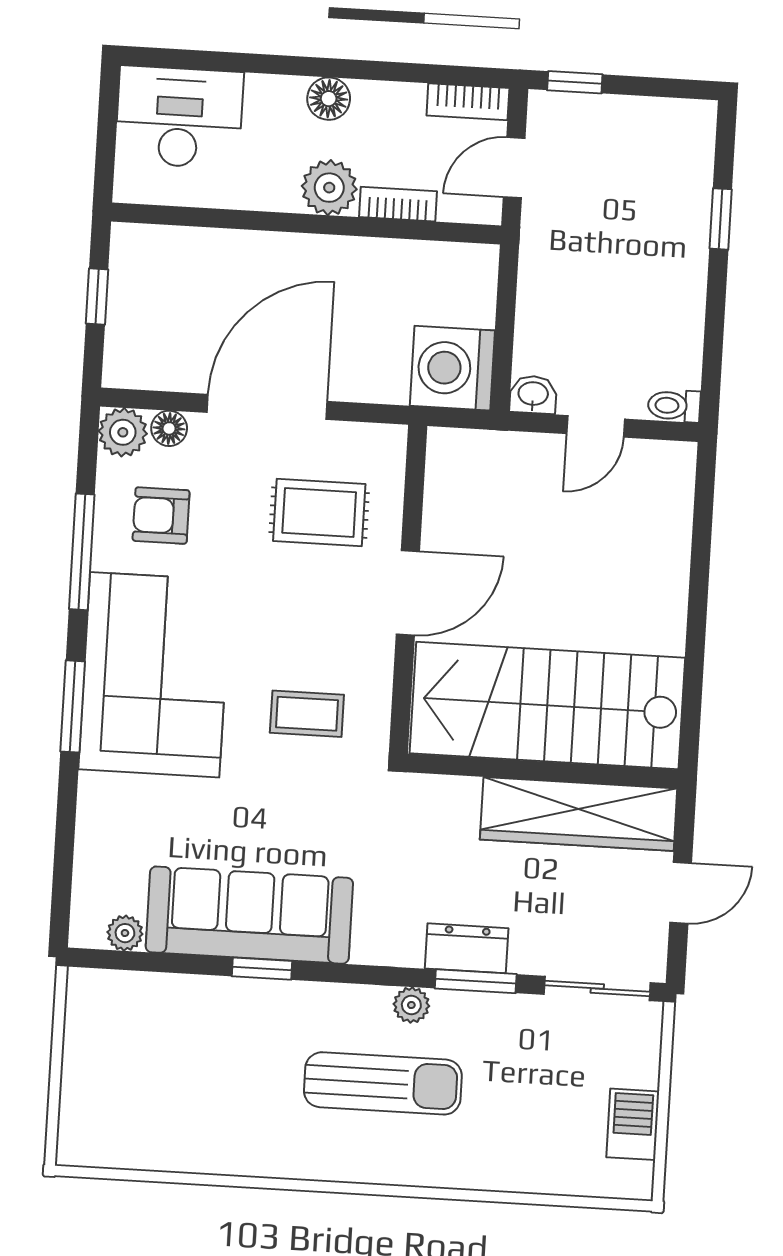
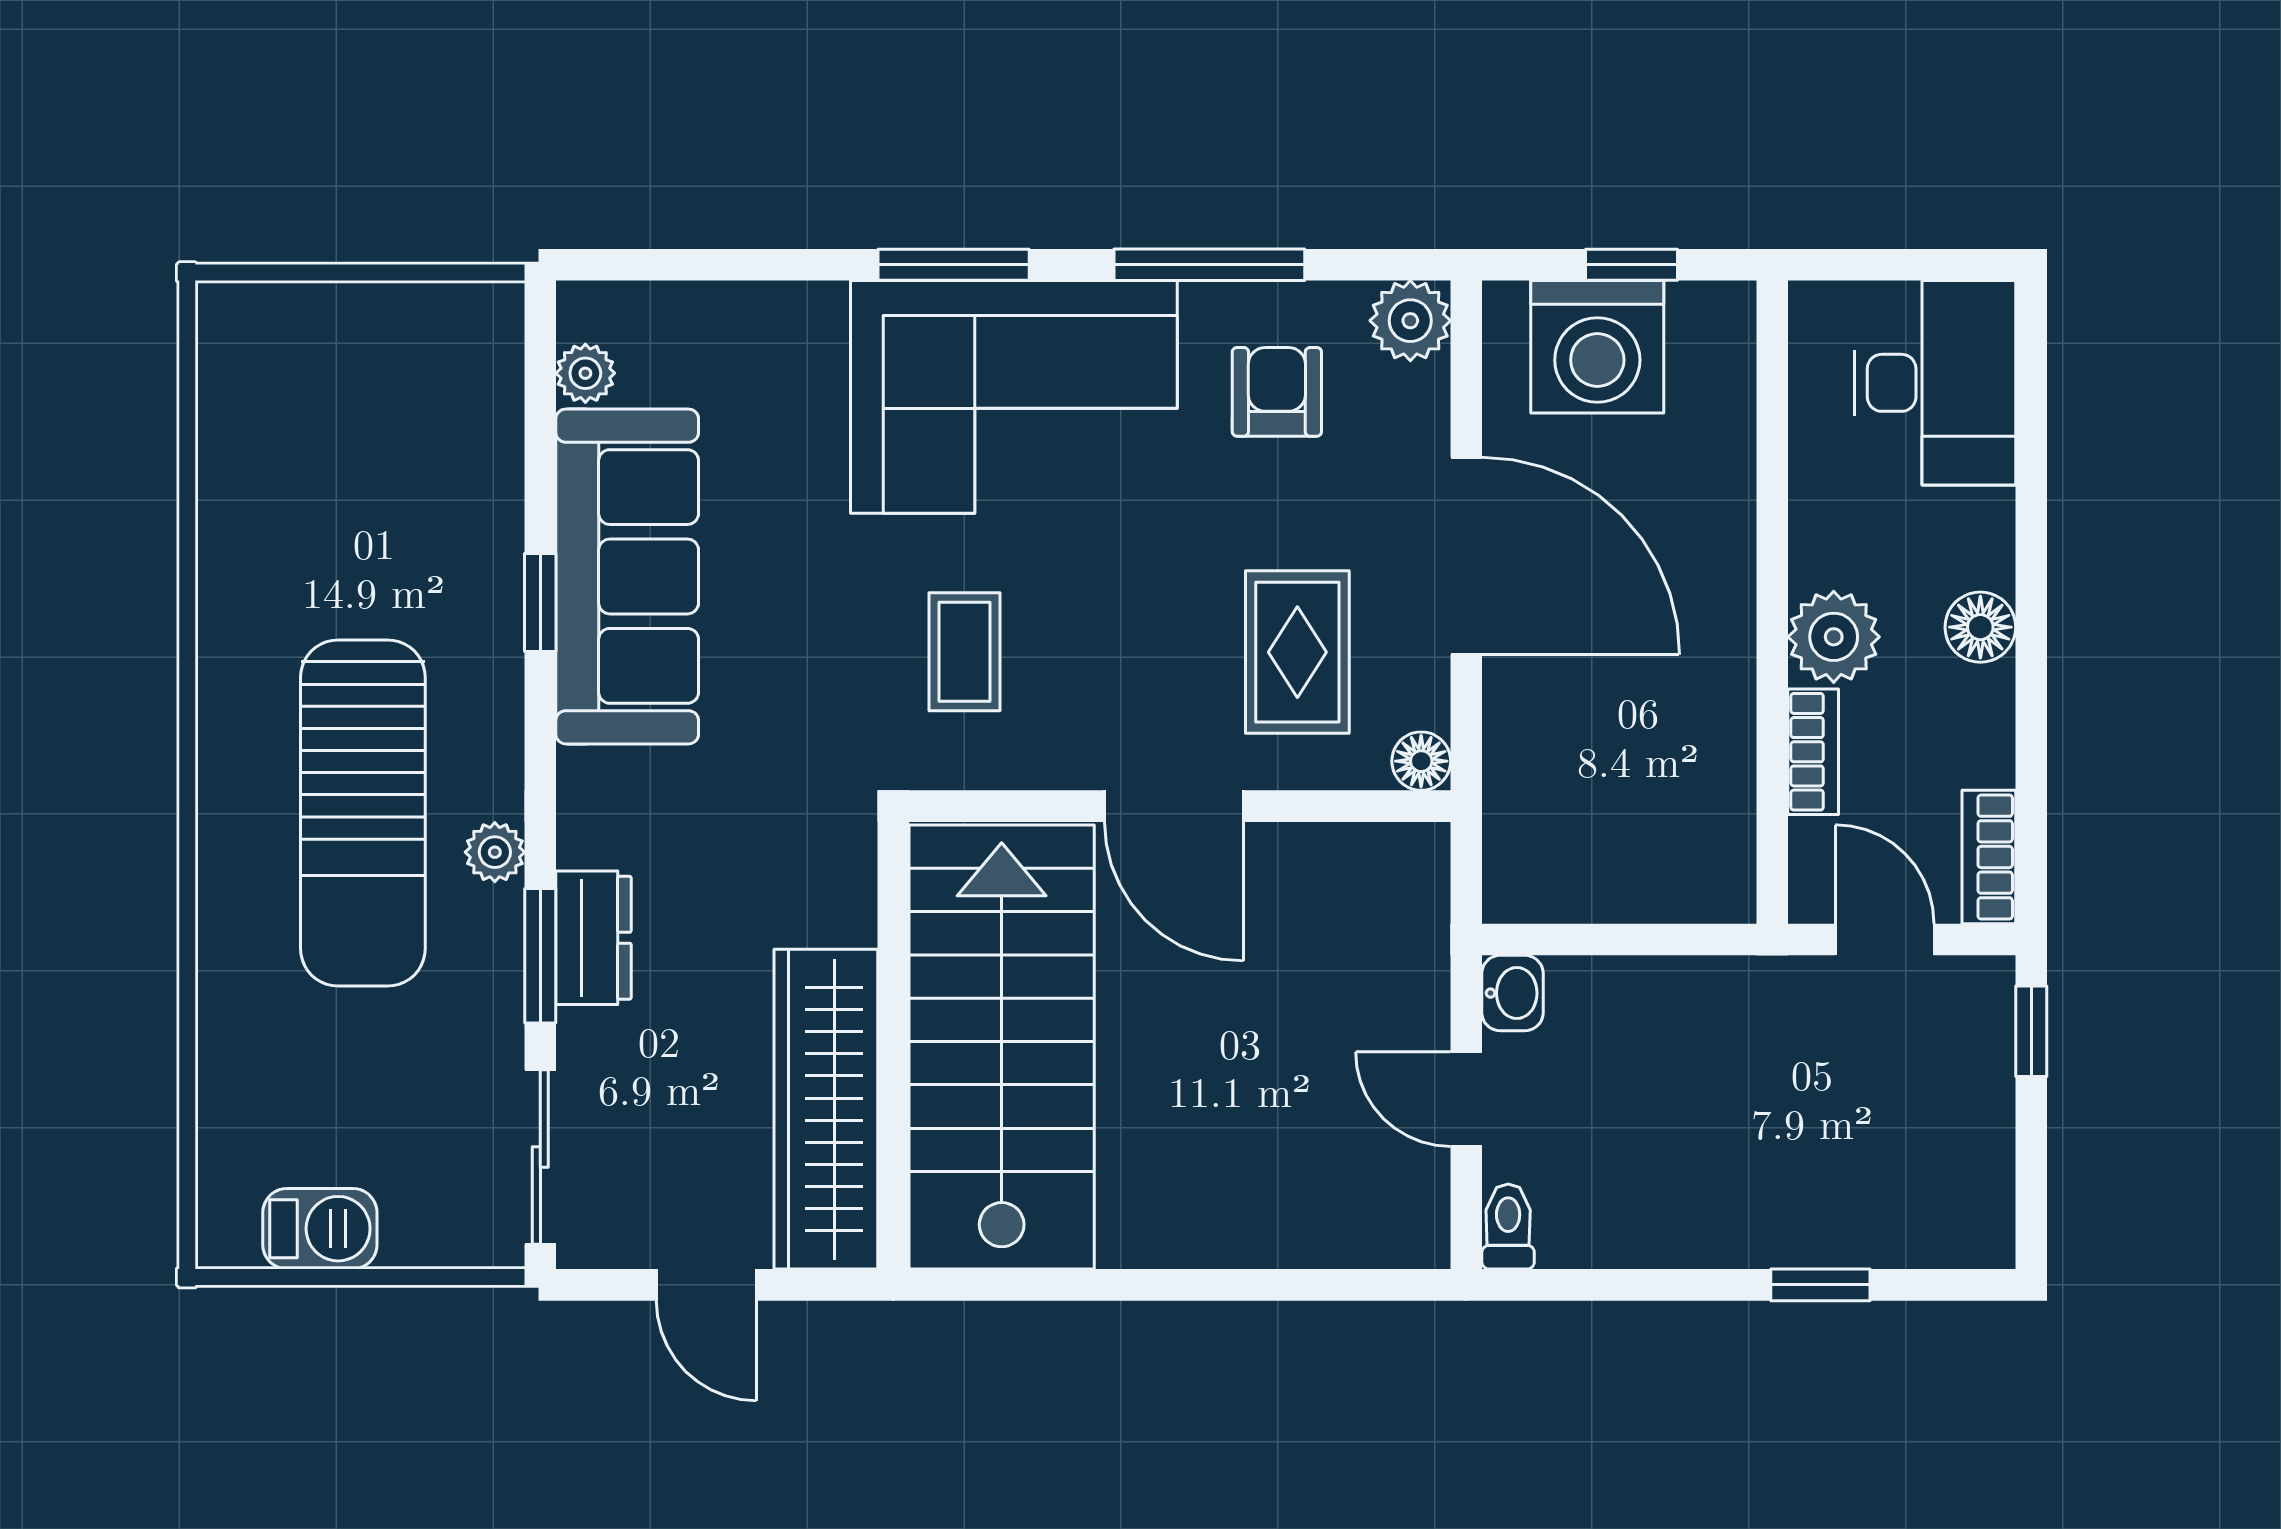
washing machine: (452, 368) -> (1597, 347), moved, turned 180
floor lamp: (169, 428) -> (1421, 761), moved
sun lounger: (383, 1083) -> (363, 813), width x1.36, depth x1.34

